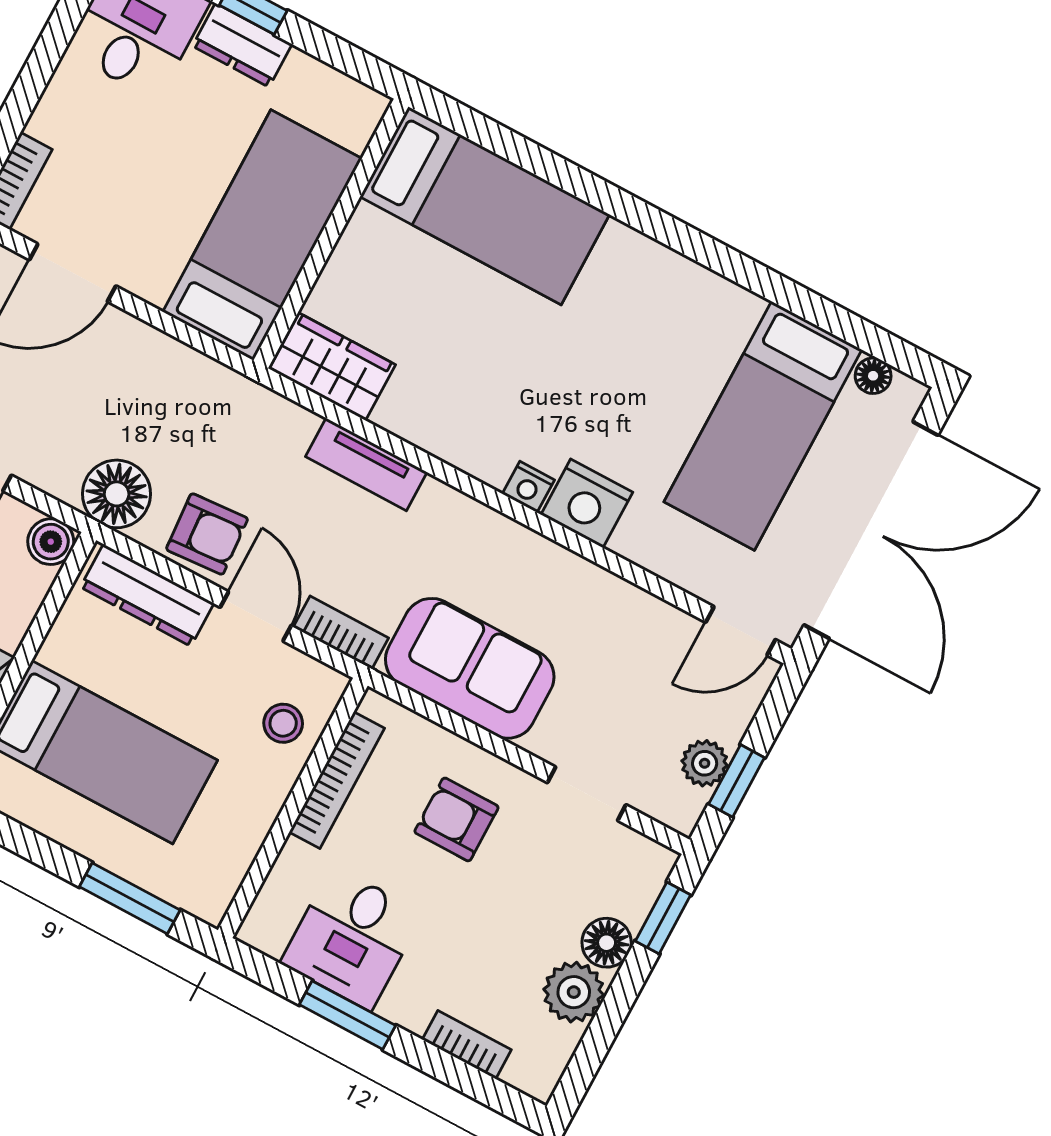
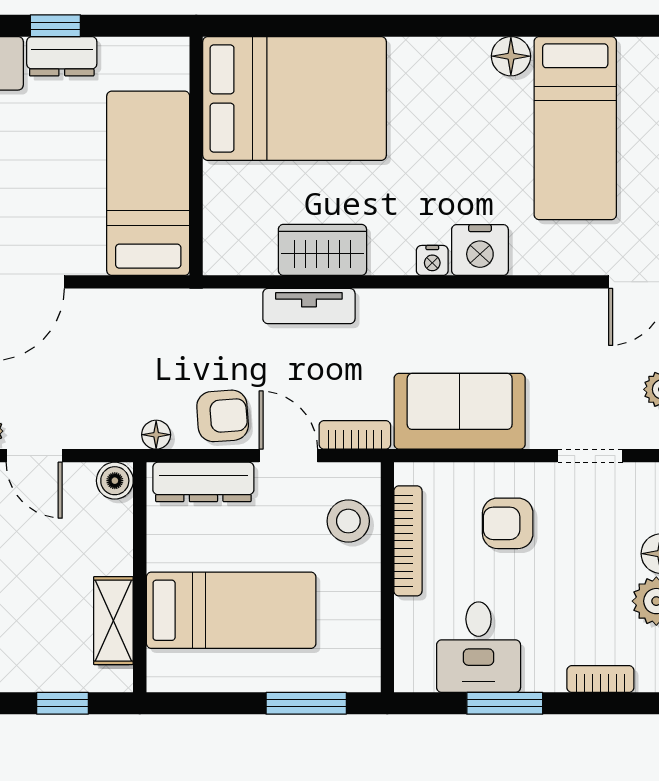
bed: (485, 206) -> (294, 99), width x1.50
wardrobe: (332, 367) -> (322, 250), moved
floor lamp: (873, 376) -> (511, 56), moved, width x1.37, depth x1.37
floor lamp: (117, 494) -> (156, 435), width x0.53, depth x0.53
stool: (283, 723) -> (348, 521), width x1.37, depth x1.37

